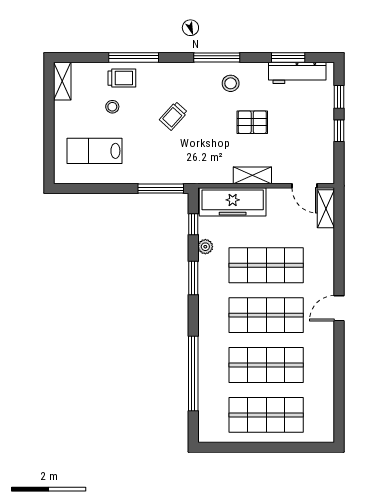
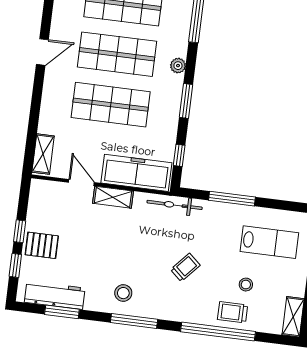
window: (134, 57) -> (218, 332), width x1.46
pallet: (252, 122) -> (42, 245), moved
bicycle: (192, 175) -> (175, 205), added
door: (304, 186) -> (81, 182), moved
window: (161, 189) -> (232, 199), moved
plant: (205, 247) -> (178, 66), moved

